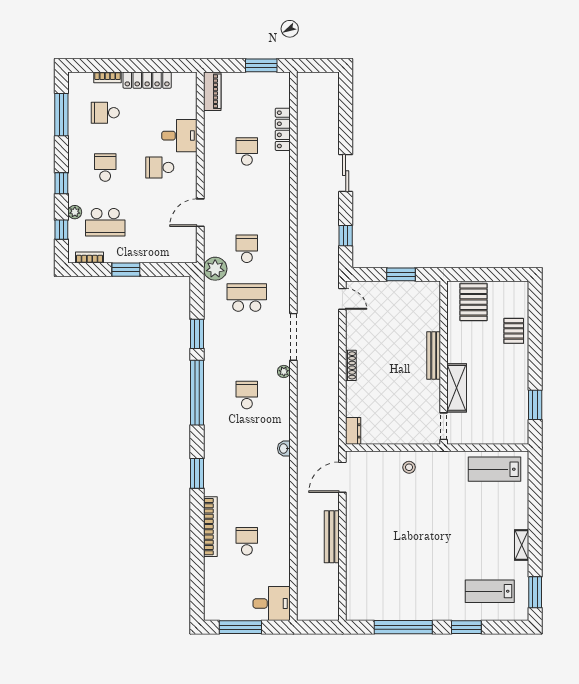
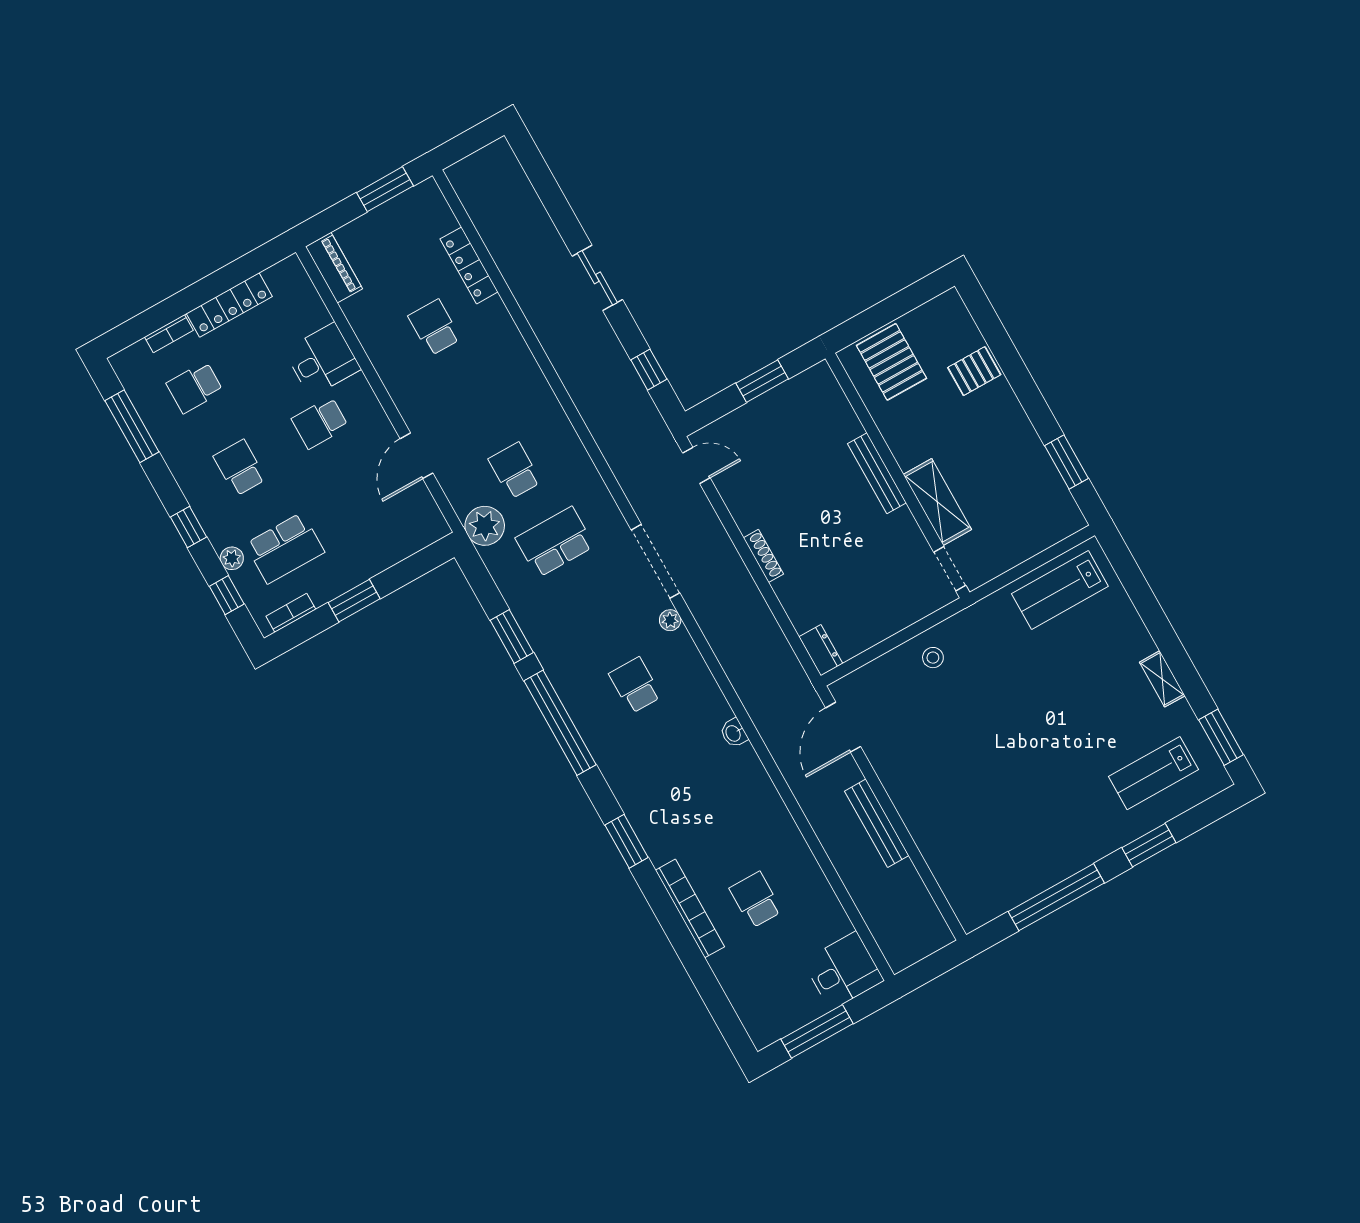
pallet: (514, 331) -> (974, 371), turned 90

